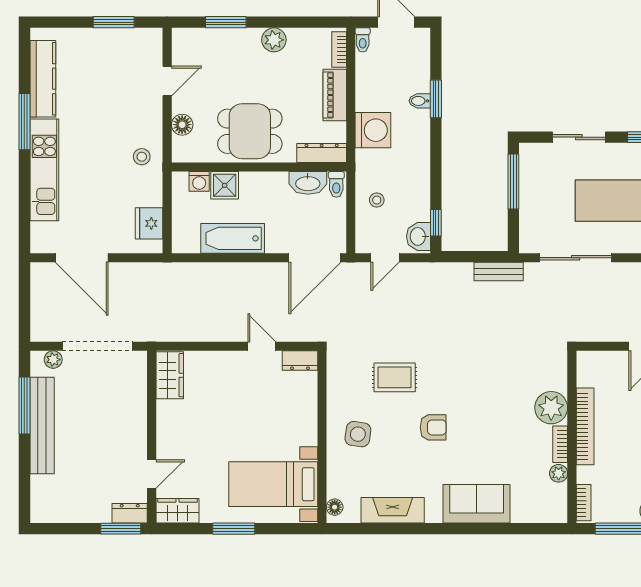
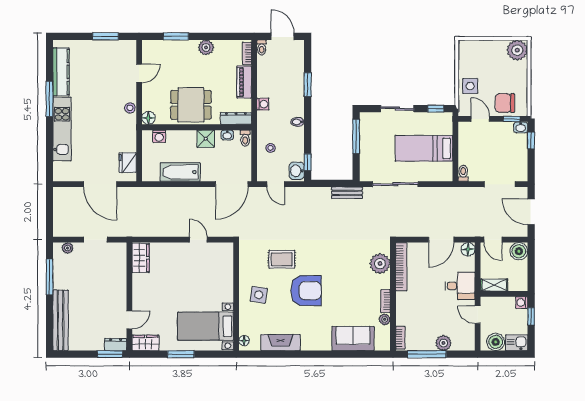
bidet: (420, 101) -> (297, 122), moved
floor lamp: (182, 125) -> (148, 118), moved
washing machine: (373, 130) -> (263, 104), width x0.53, depth x0.53
stool: (142, 157) -> (130, 108), moved
washbasin: (308, 183) -> (227, 135), width x0.52, depth x0.69
shower: (225, 185) -> (206, 139), moved
door: (82, 258) -> (100, 184), moved
door: (385, 258) -> (276, 184), hinge flipped
doorway: (97, 346) -> (95, 240), width x0.53
dresser: (300, 361) -> (222, 249), removed
plant: (551, 408) -> (380, 264), moved
bench: (42, 426) -> (61, 320), moved
bookcase: (585, 426) -> (401, 267), moved
armchair: (433, 427) -> (306, 291), width x1.88, depth x1.88
sofa: (477, 504) -> (353, 339), moved

